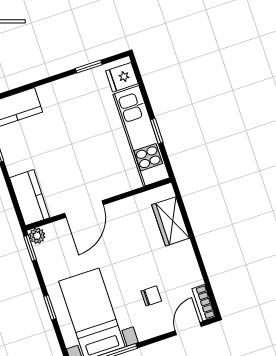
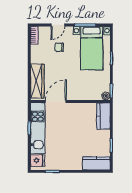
door: (84, 209) -> (56, 102), moved
wardrobe: (171, 221) -> (37, 81), width x1.50
door: (188, 329) -> (58, 25), moved

